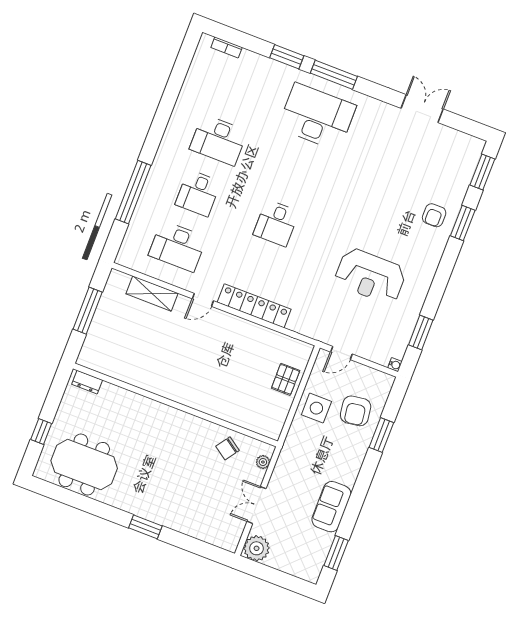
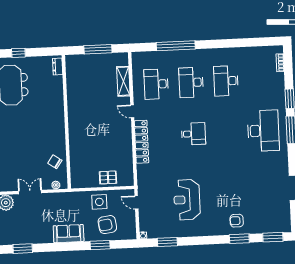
desk: (198, 193) -> (191, 82), width x1.37
desk: (276, 223) -> (193, 134), turned 180
sofa: (331, 507) -> (69, 234), moved

